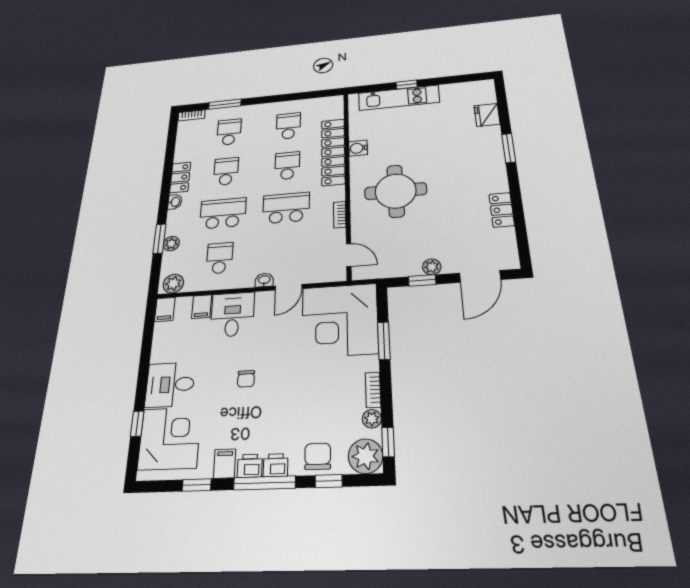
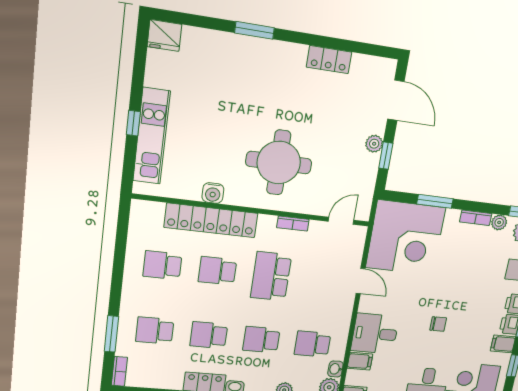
fridge: (487, 115) -> (164, 36), moved
school desk: (223, 213) -> (261, 340), width x0.54
washbasin: (264, 280) -> (335, 369), moved

